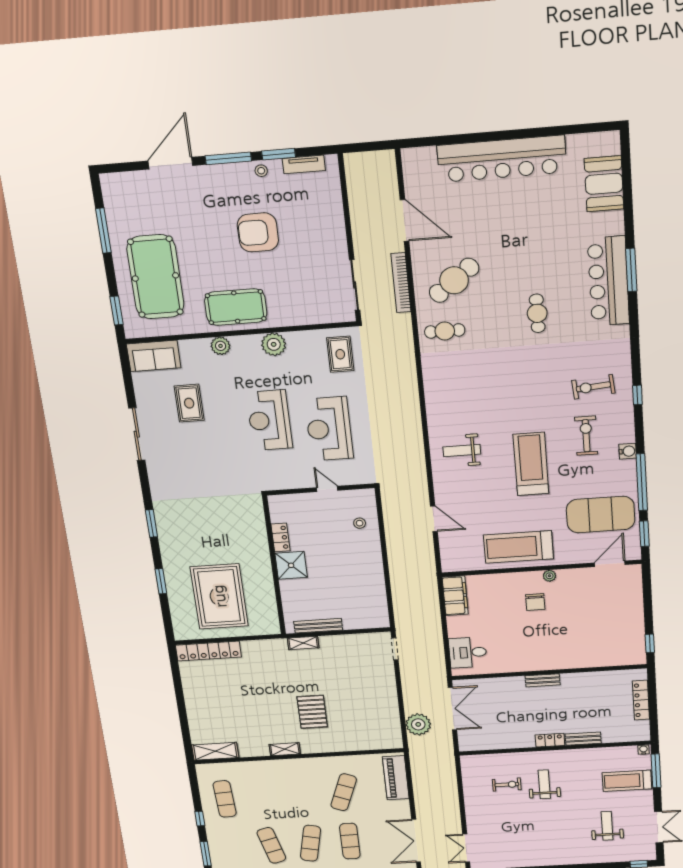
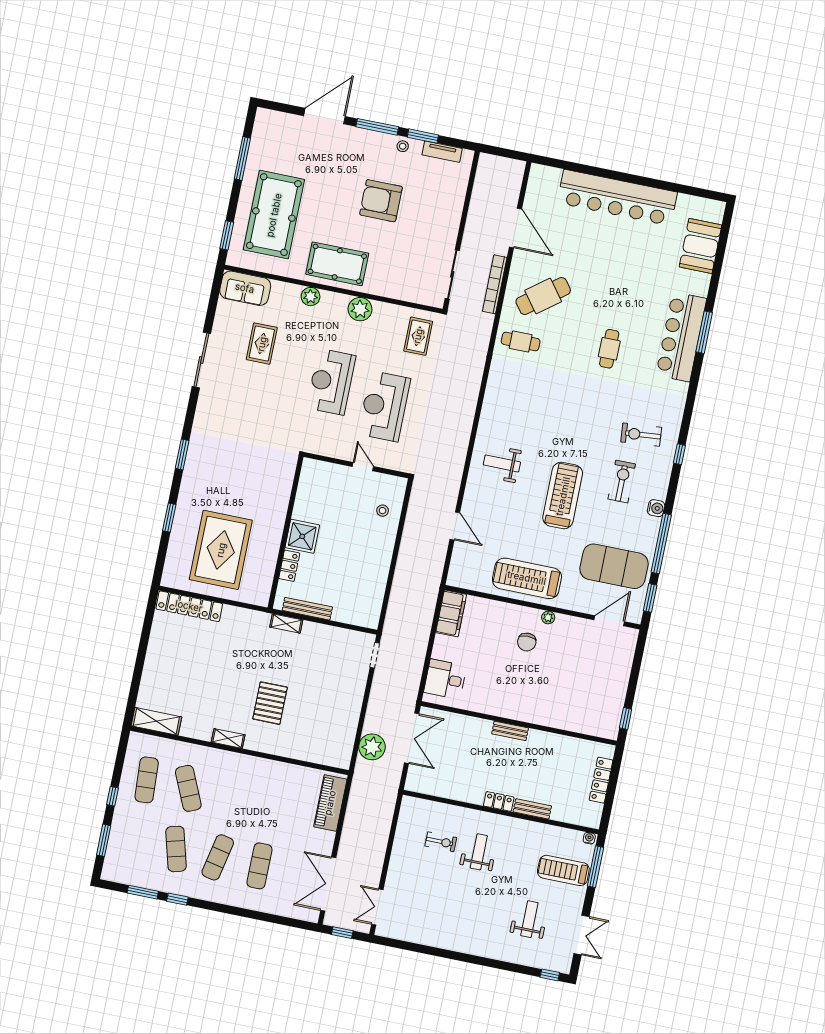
locker: (281, 537) -> (289, 566), moved
exercise mat: (344, 792) -> (188, 788), moved, turned -45

